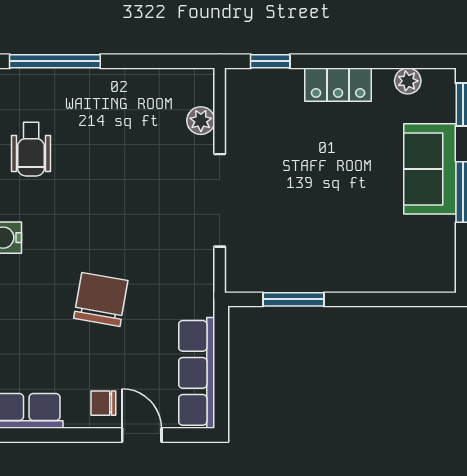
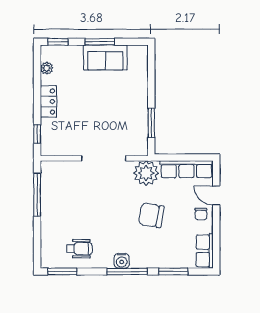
window: (55, 61) -> (37, 195), moved
plant: (201, 121) -> (146, 173), moved, width x1.88, depth x1.88
sofa: (430, 169) -> (105, 57), moved
door: (142, 435) -> (216, 196), hinge flipped

